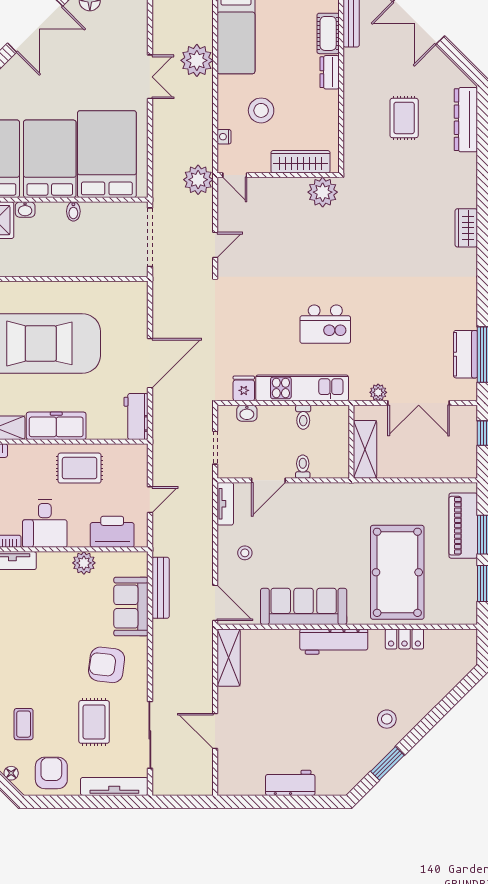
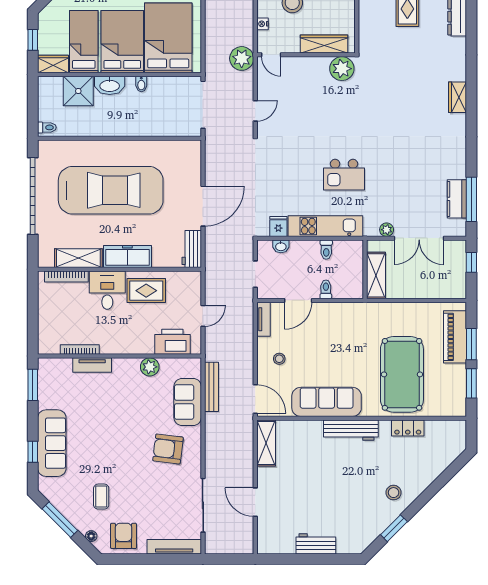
washbasin: (25, 210) -> (110, 85), width x1.91, depth x1.45
desk: (45, 524) -> (107, 290), moved, turned 180
rug: (94, 722) -> (158, 495), removed

